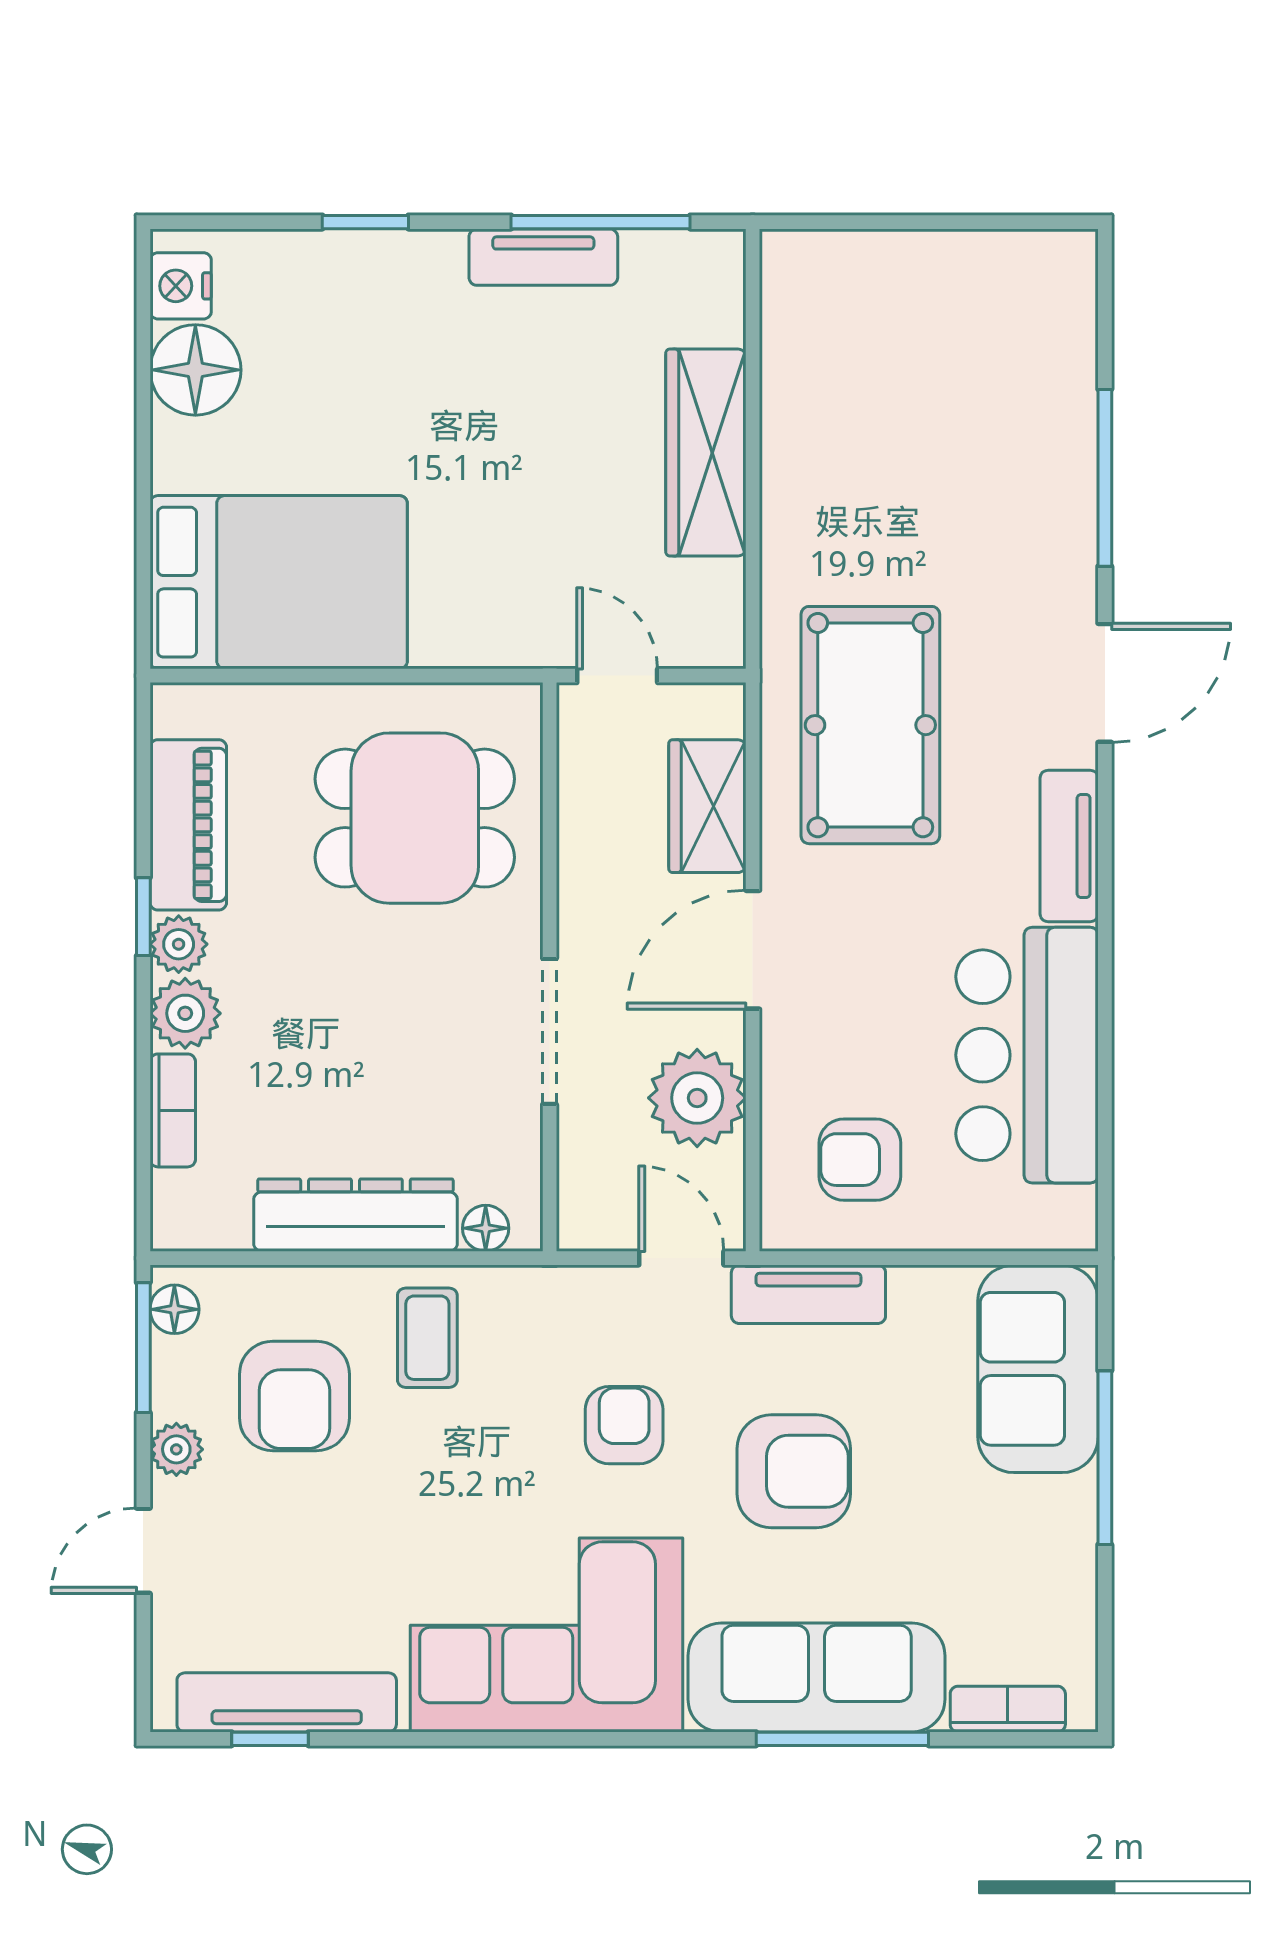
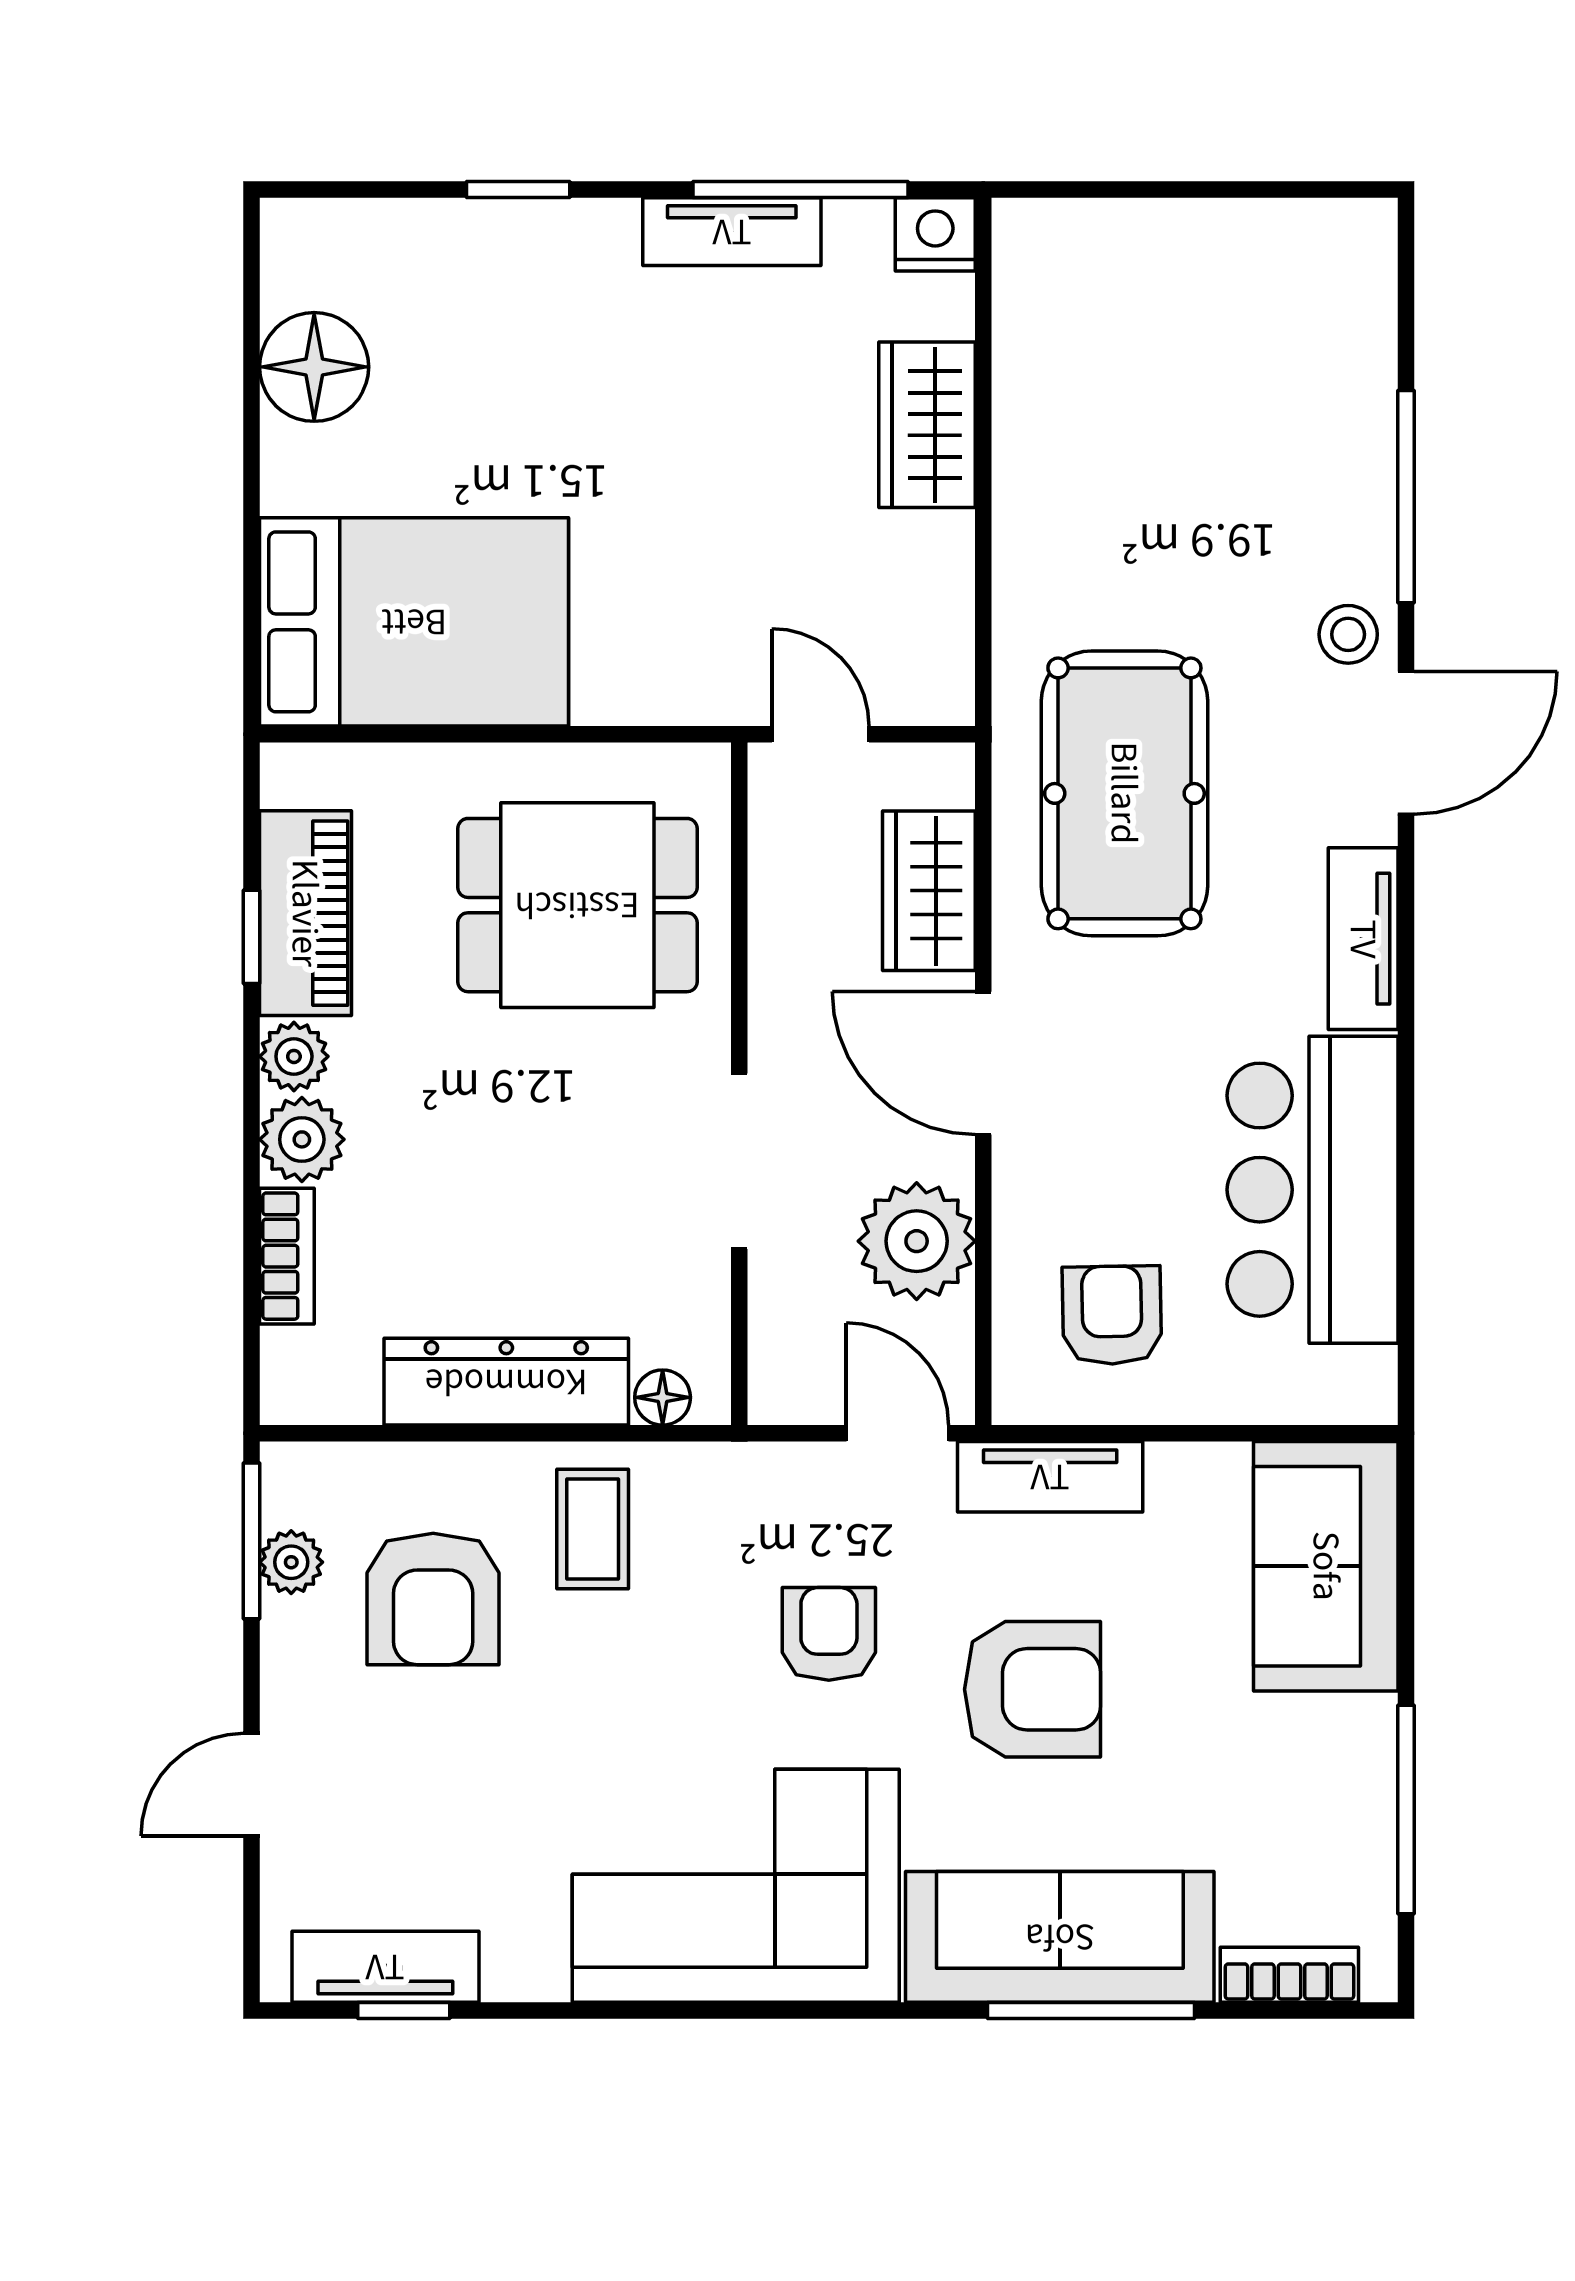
nightstand: (181, 286) -> (935, 234), moved, turned 90
wardrobe: (706, 453) -> (927, 425), width x0.67
stool: (1057, 593) -> (1348, 634), added
window: (143, 917) -> (252, 937), moved
door: (753, 950) -> (983, 1063), hinge flipped
armchair: (860, 1160) -> (1112, 1315), turned 89
floor lamp: (174, 1309) -> (289, 1495), removed
plant: (176, 1449) -> (291, 1562), moved
window: (1105, 1458) -> (1406, 1810), moved
tv unit: (287, 1702) -> (385, 1967), width x0.71

